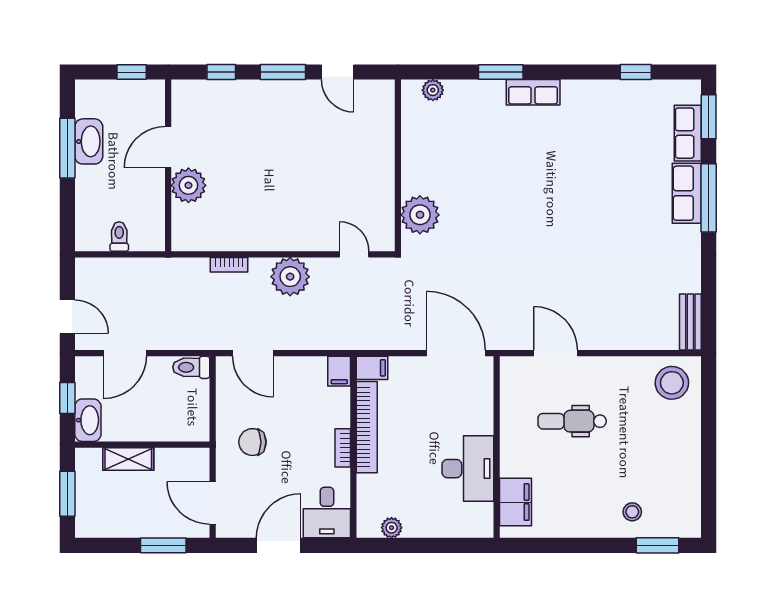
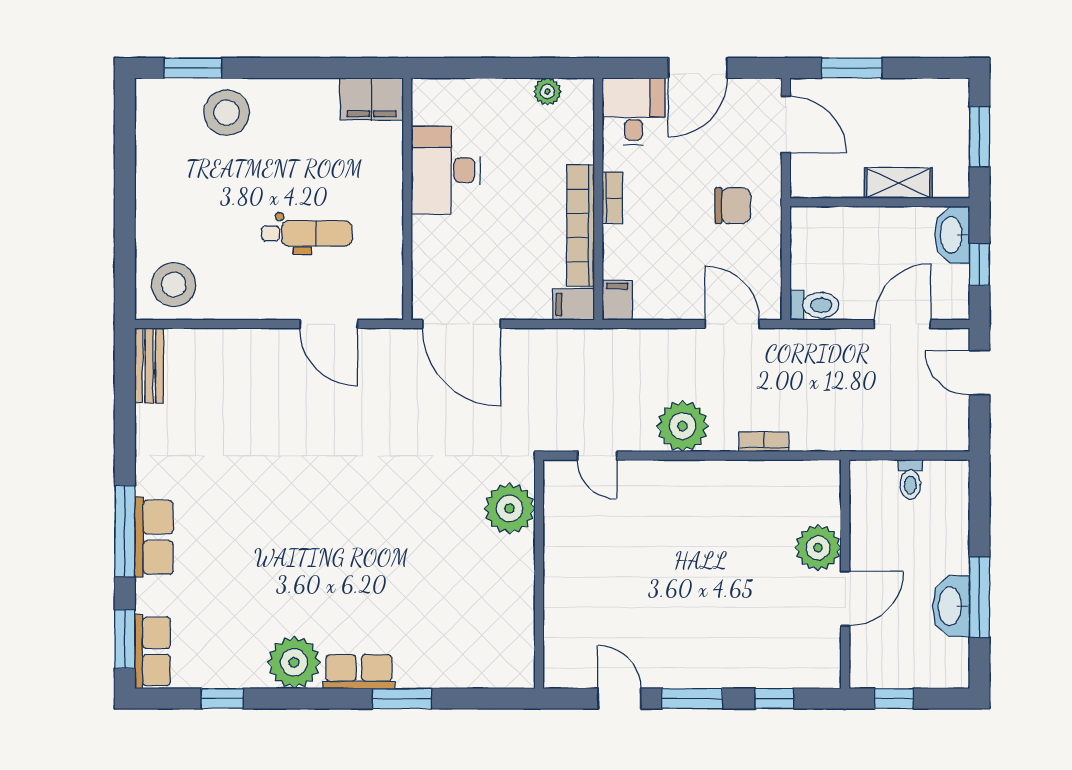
plant: (433, 90) -> (294, 662), moved, width x1.87, depth x1.87
row of seats: (688, 133) -> (153, 651), moved
filing cabinet: (516, 502) -> (372, 99), moved, turned -90
stool: (632, 512) -> (227, 113), width x1.89, depth x1.89

